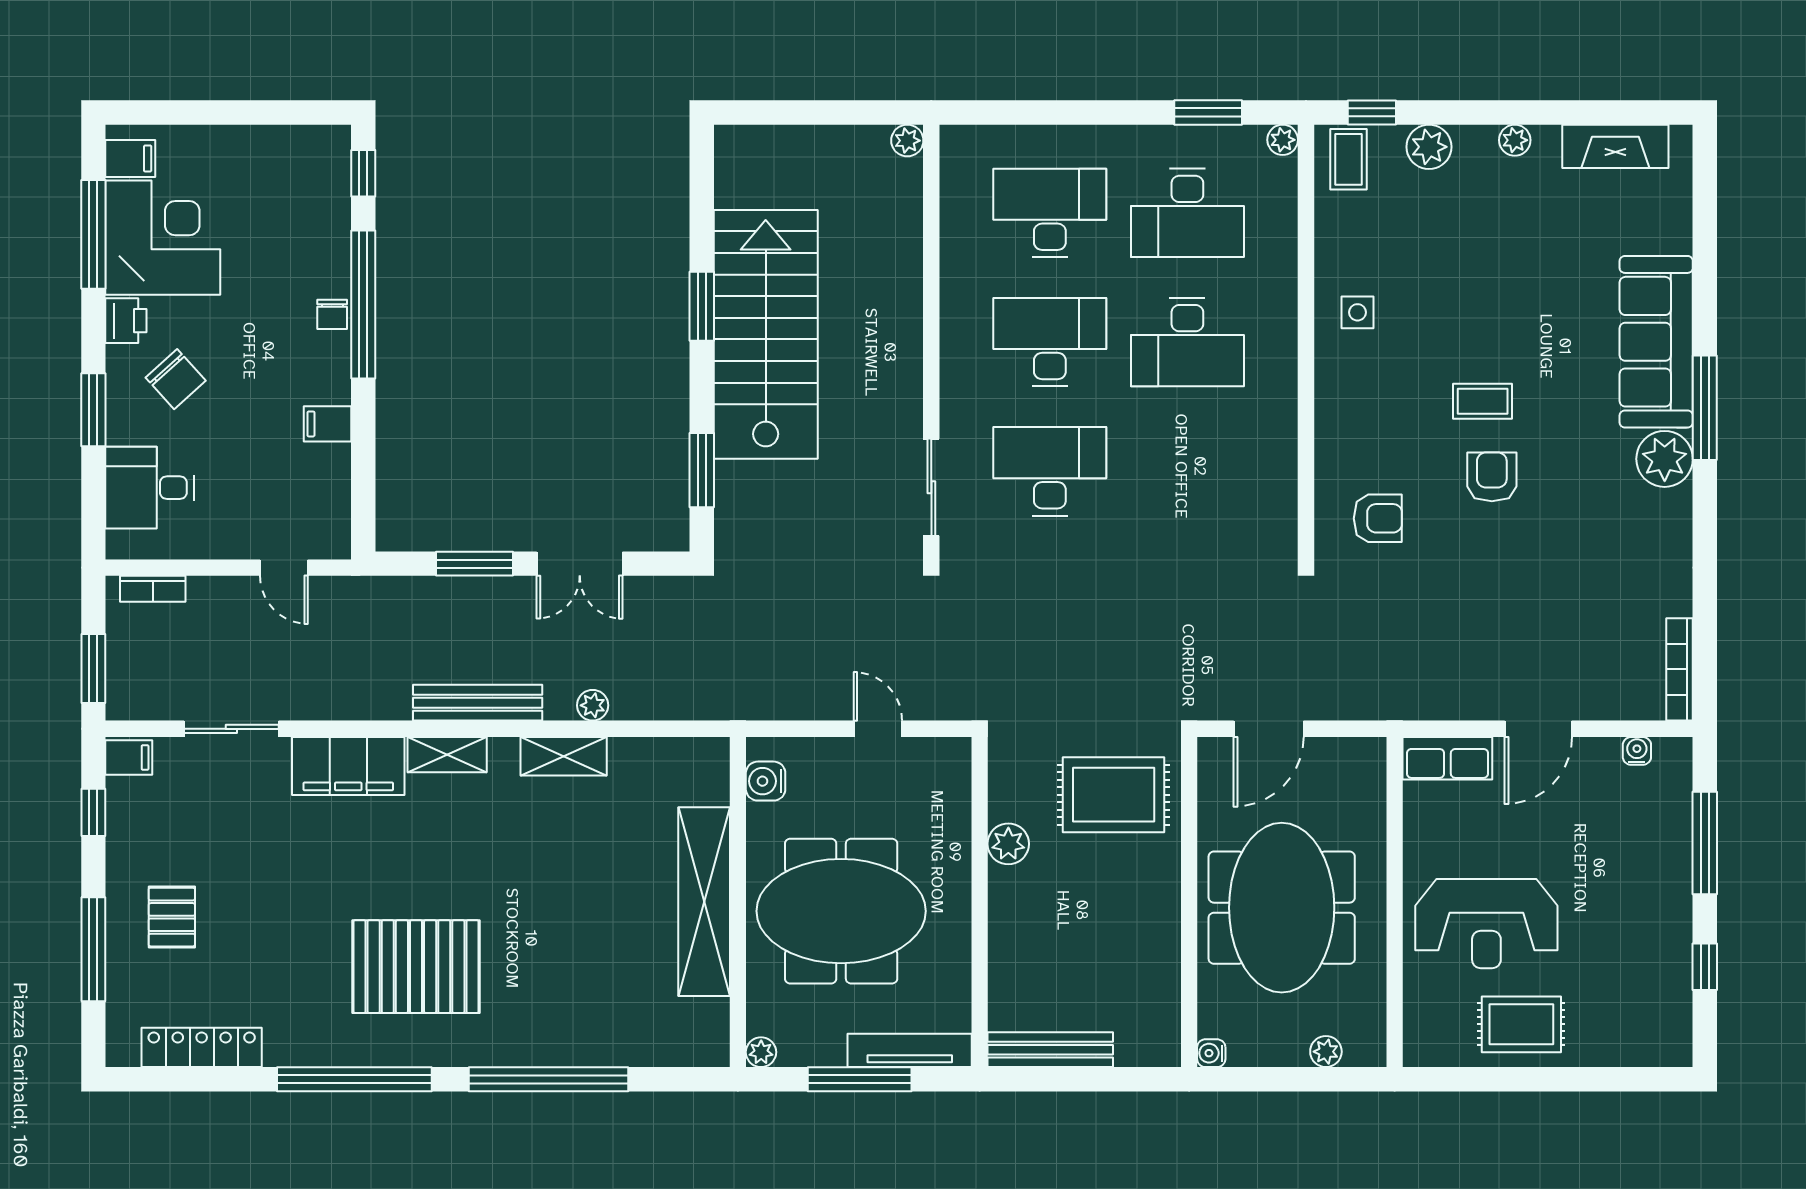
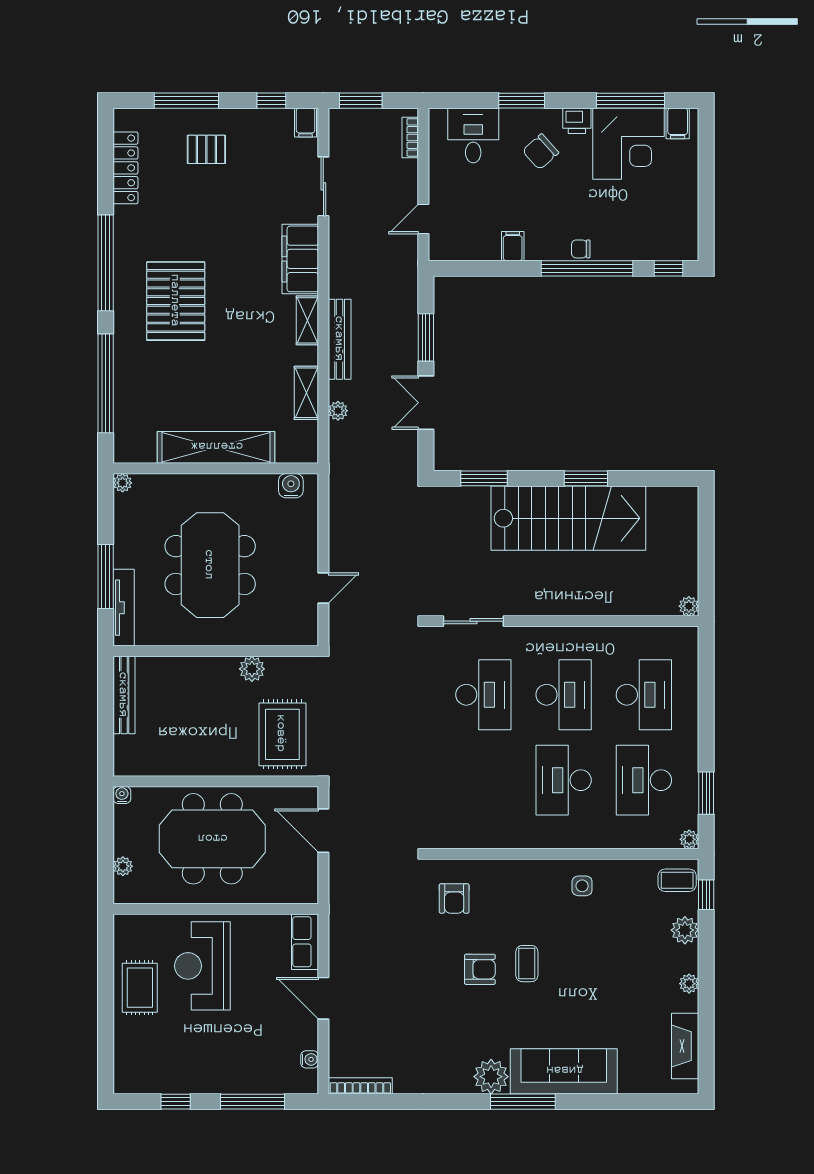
water cooler: (766, 781) -> (291, 486), moved
shelving: (704, 902) -> (216, 447), moved
wall: (738, 902) -> (216, 468), moved
plant: (761, 1052) -> (123, 483), moved

